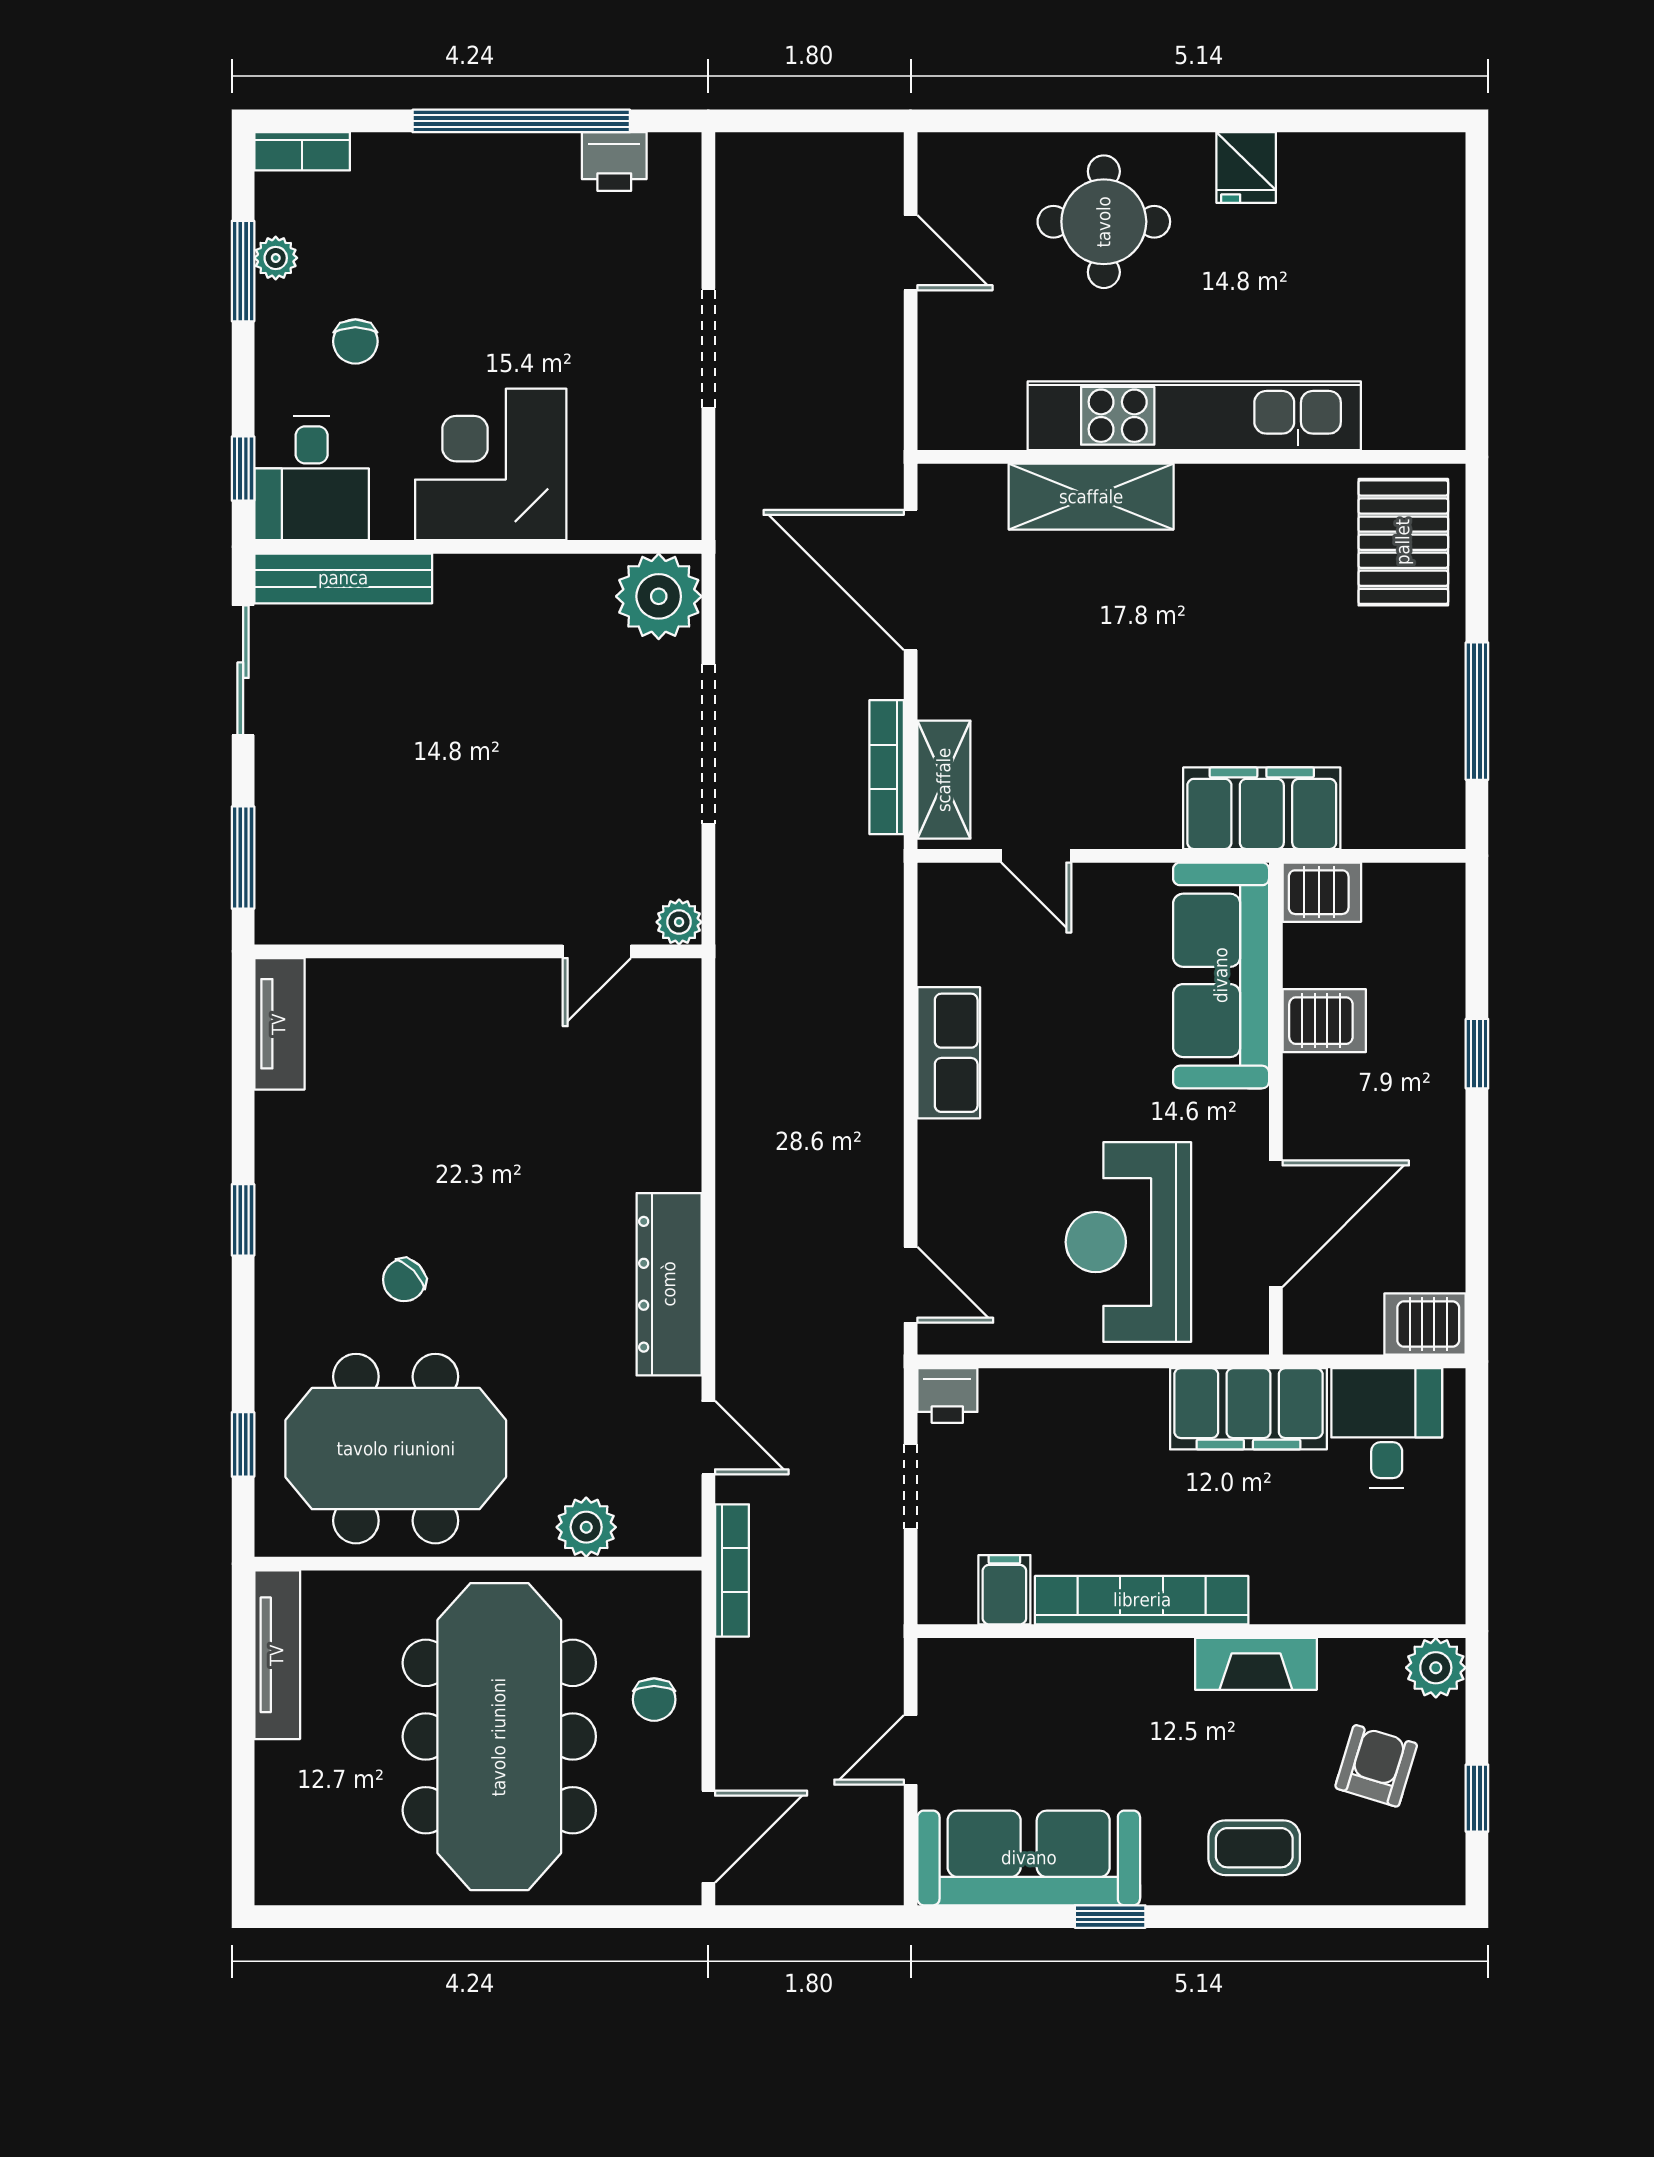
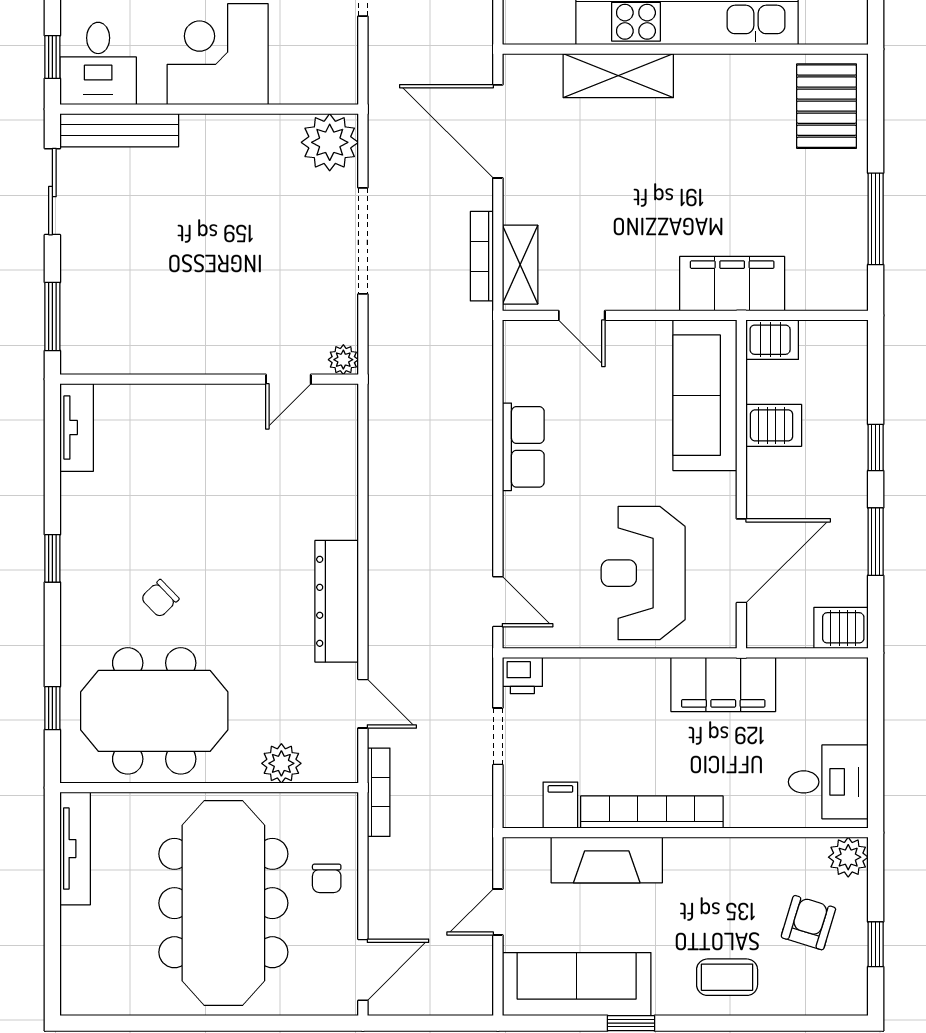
window: (1477, 1195) -> (876, 542), added
desk: (1387, 1428) -> (828, 782), moved, turned 90
fireplace: (1256, 1664) -> (607, 860), moved, width x1.37, depth x1.32

